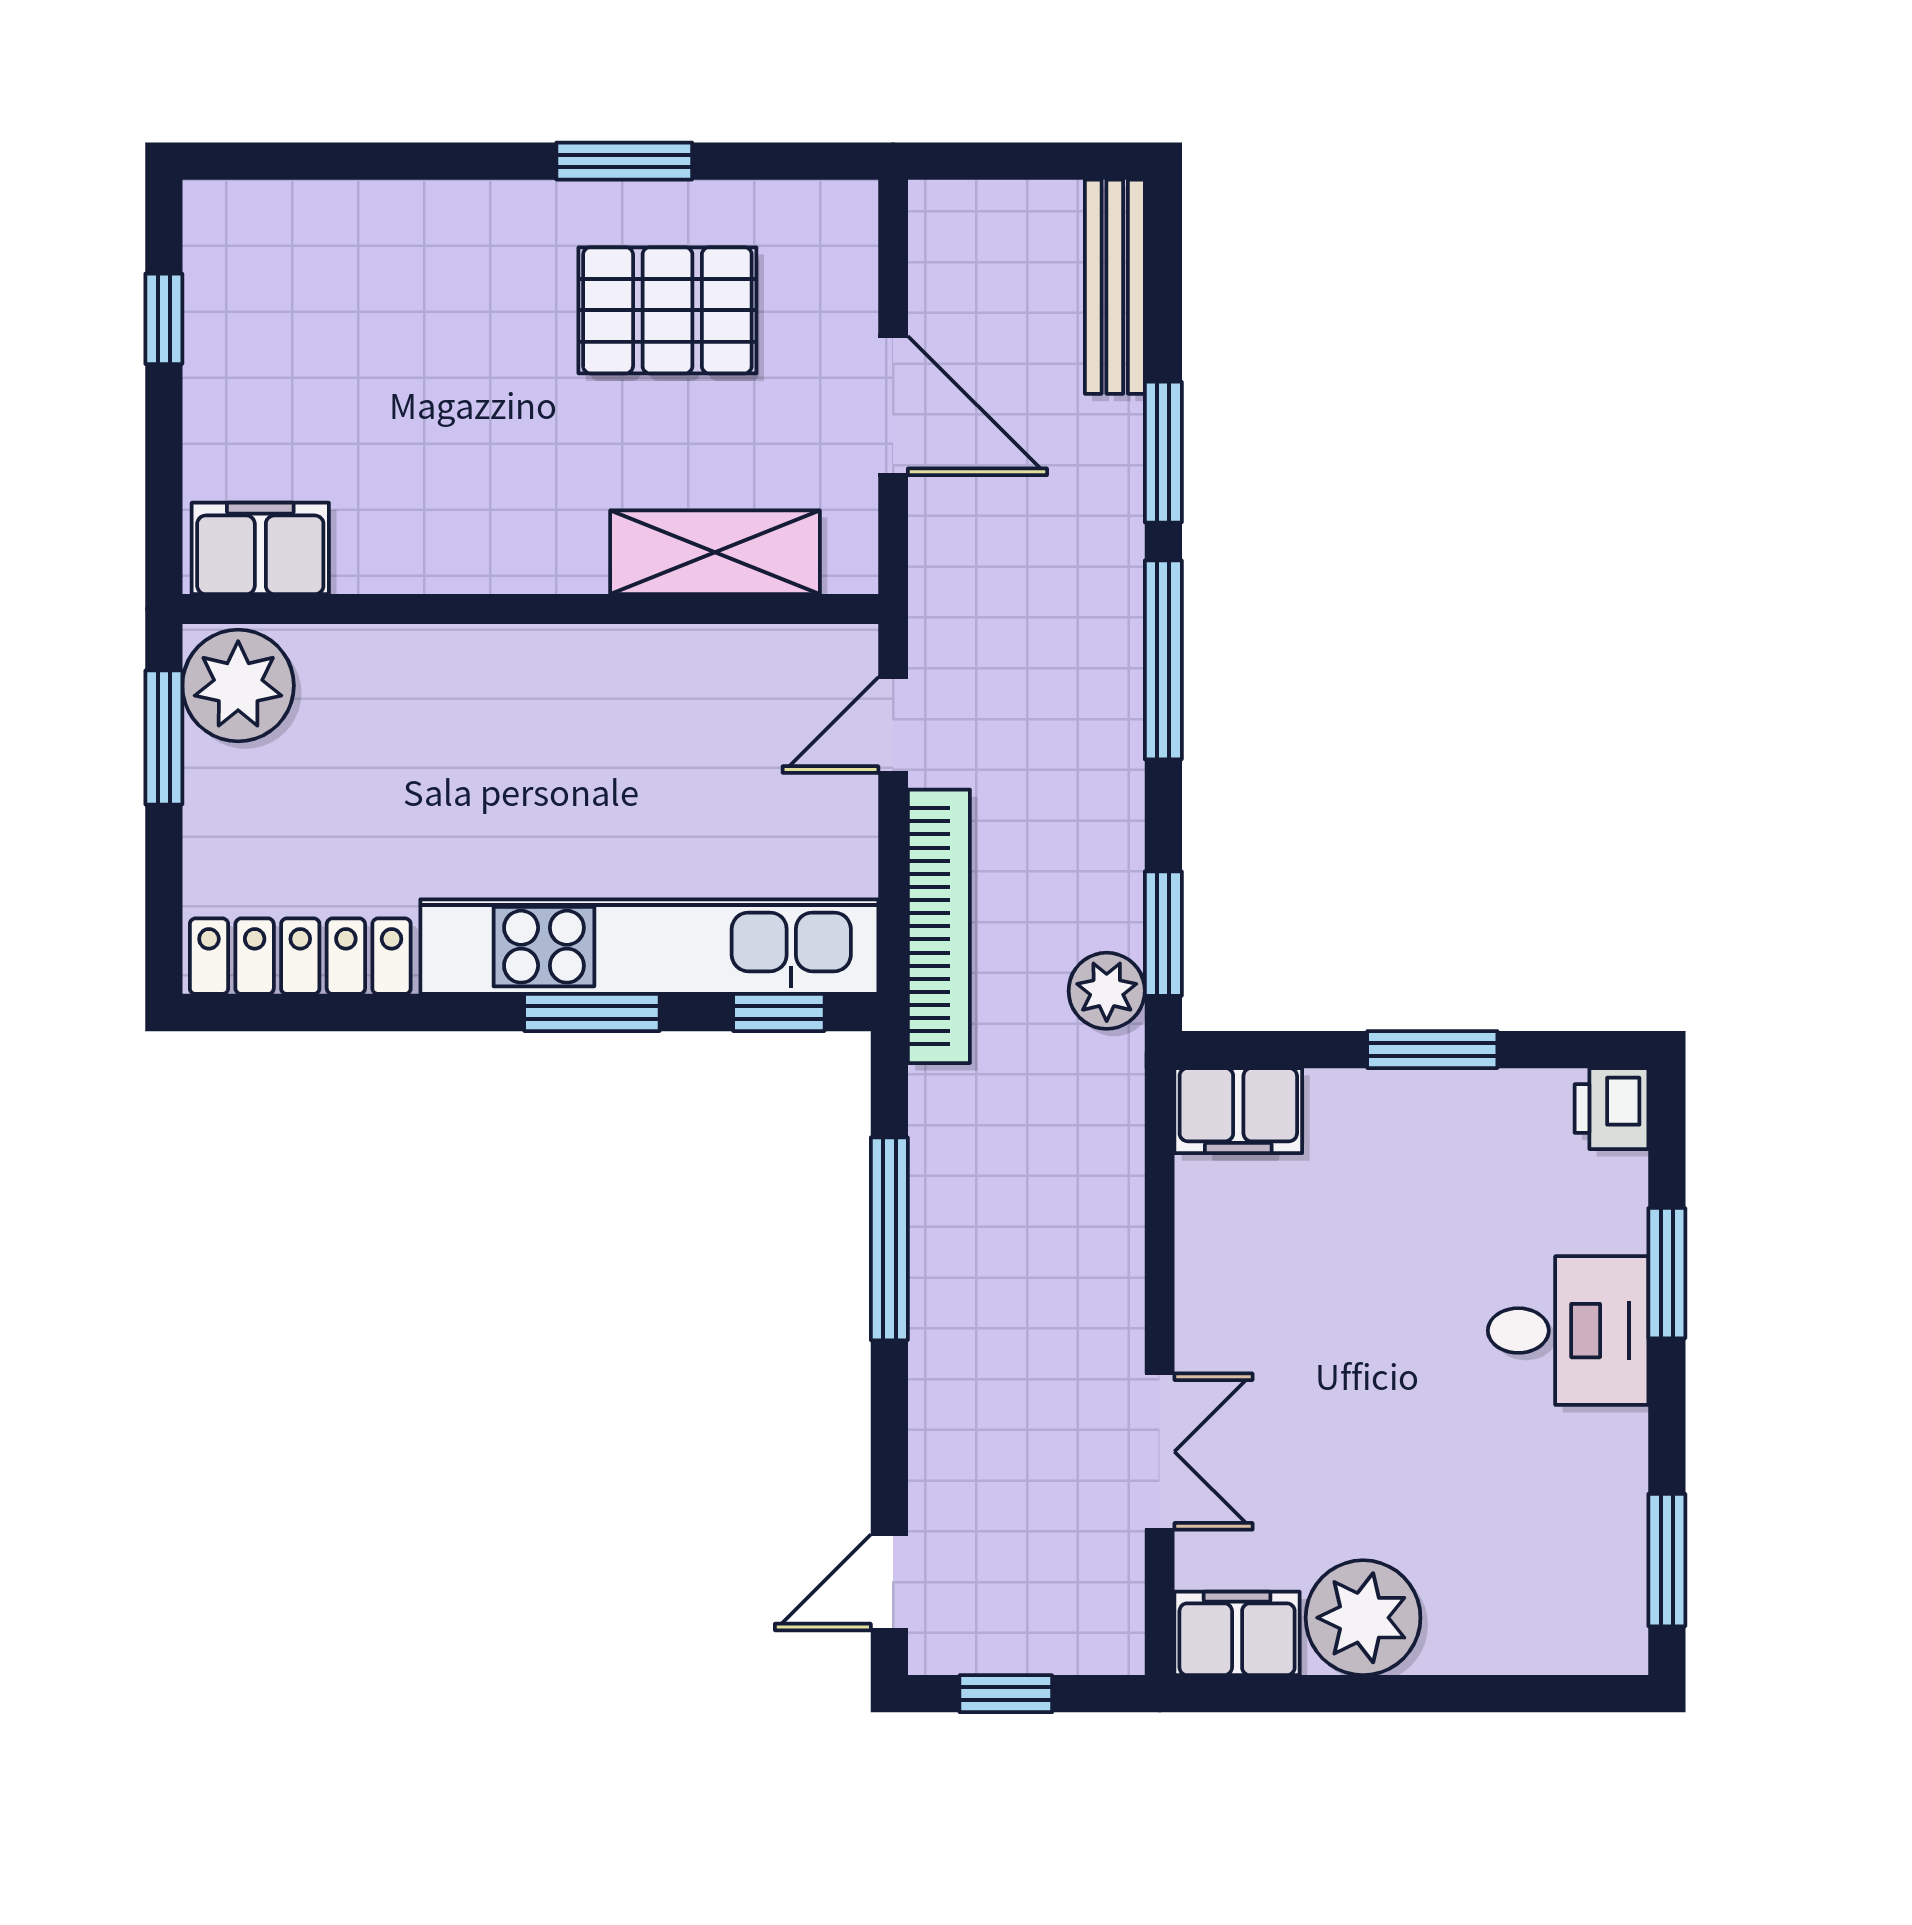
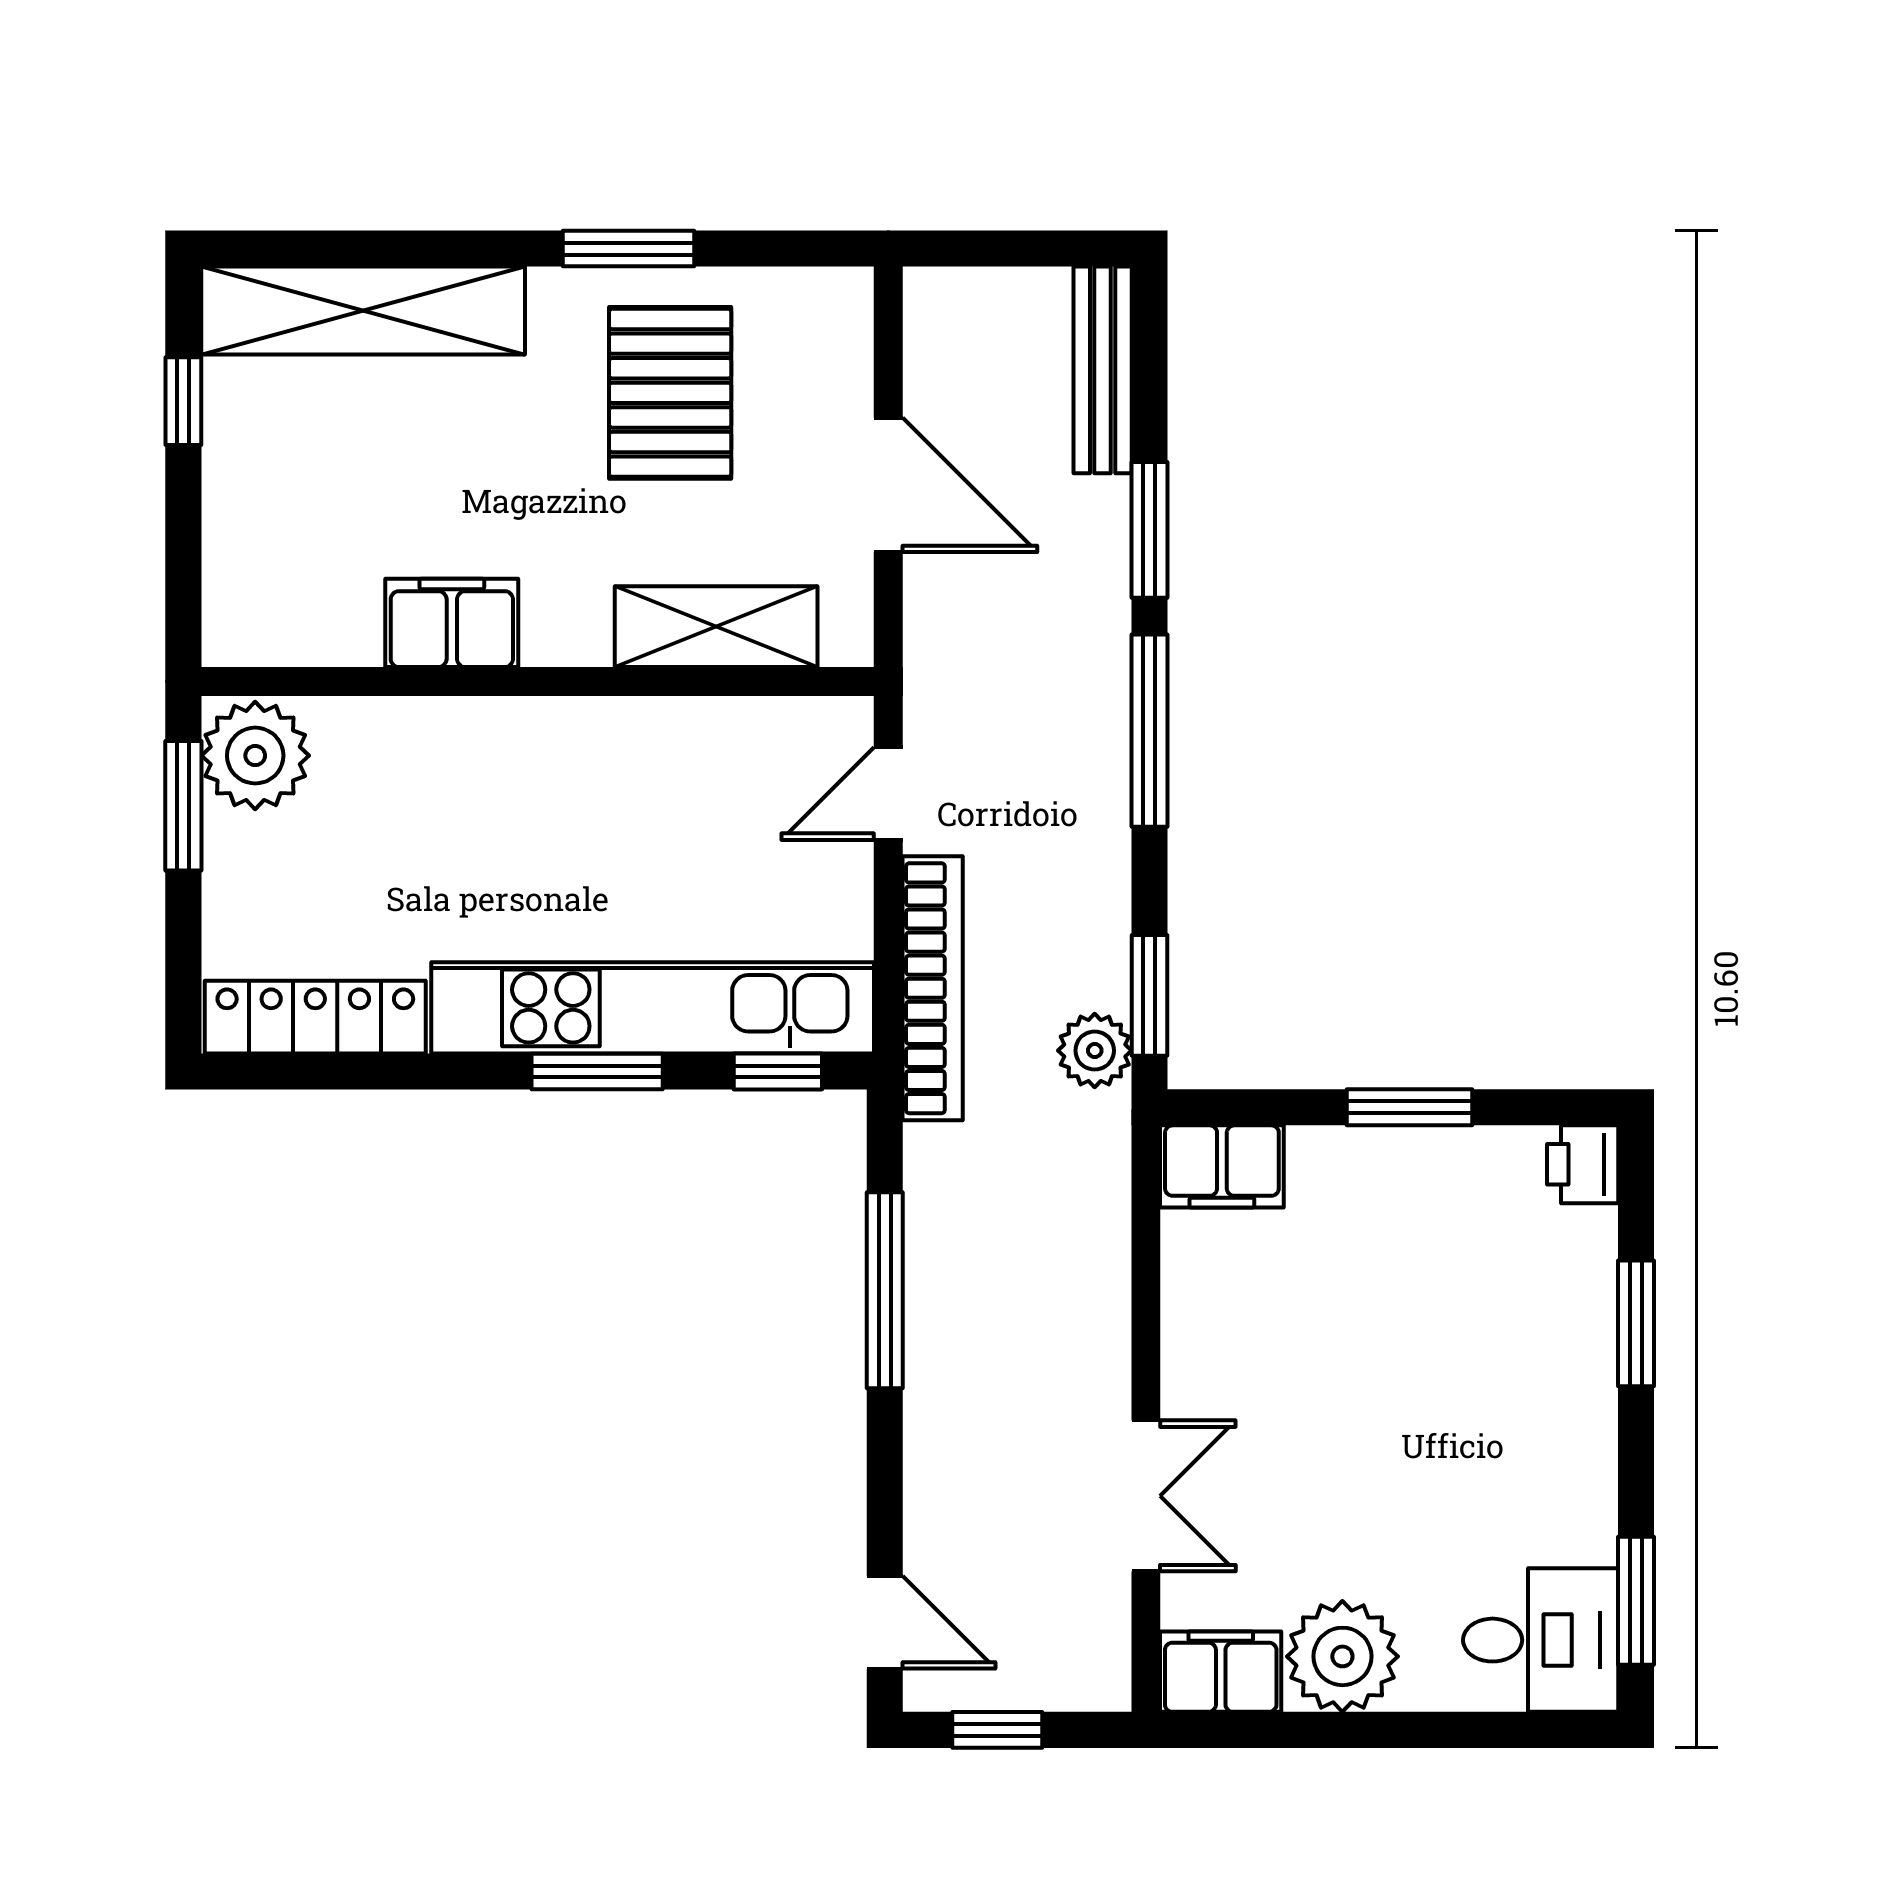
shelving: (350, 225) -> (363, 311), added
pallet: (667, 310) -> (670, 393), turned 90
filing cabinet: (260, 548) -> (452, 623), moved
desk: (1568, 1331) -> (1541, 1640), moved
door: (889, 1582) -> (885, 1622), swing flipped

